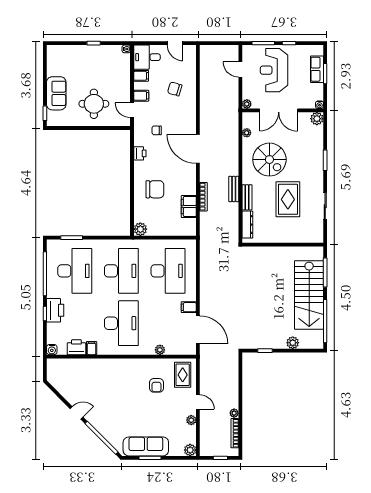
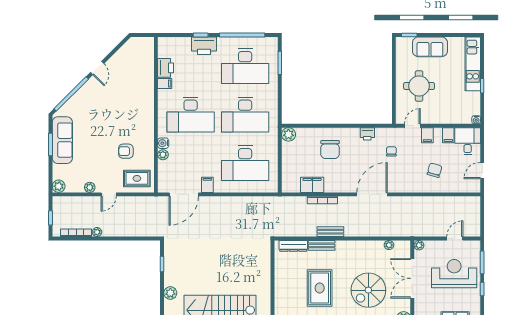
kitchen unit: (73, 52) -> (473, 64), added
spiral stairs: (269, 160) -> (368, 290), moved
rug: (288, 199) -> (320, 288), turned 90
water cooler: (52, 350) -> (163, 143), moved

